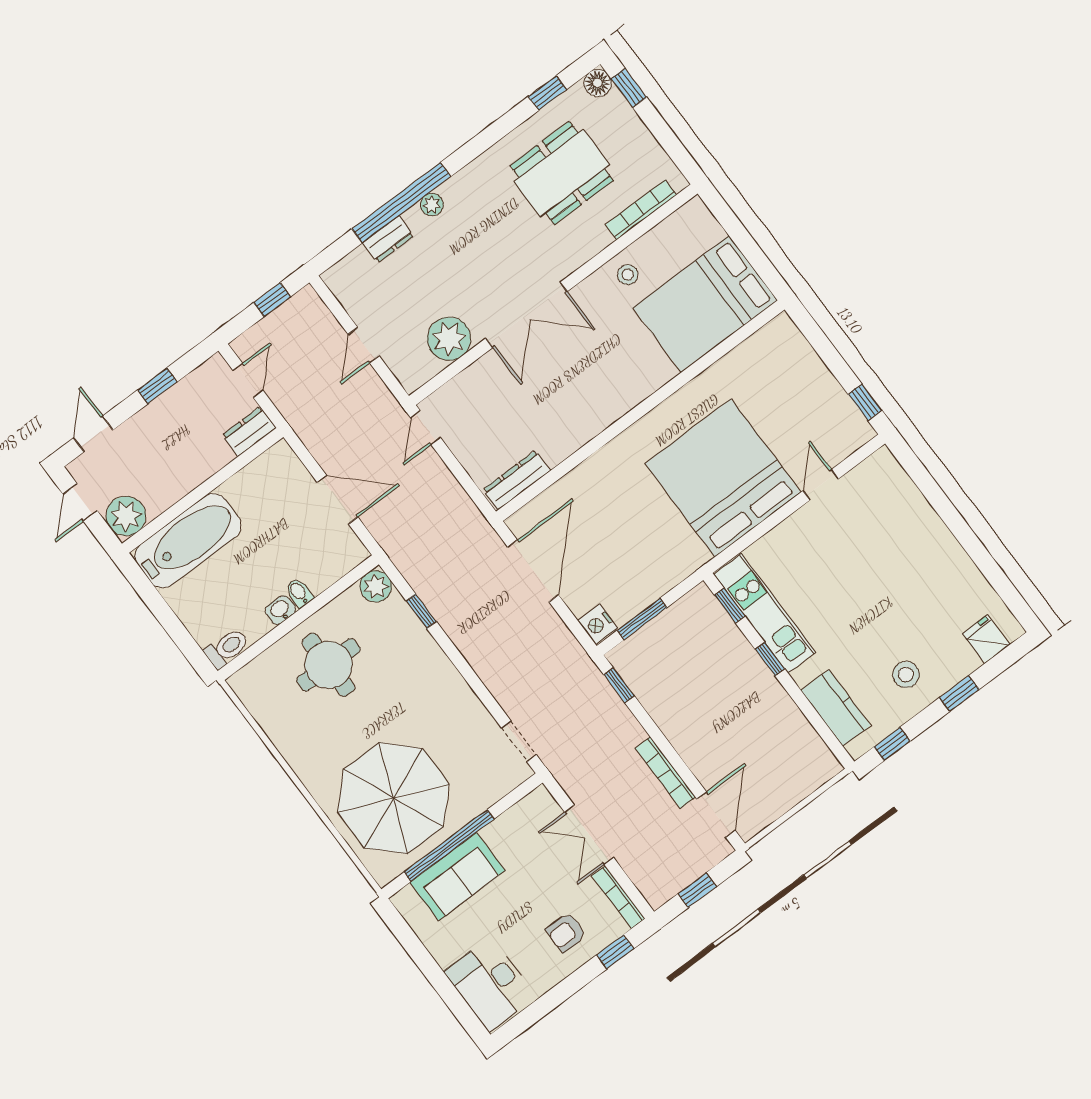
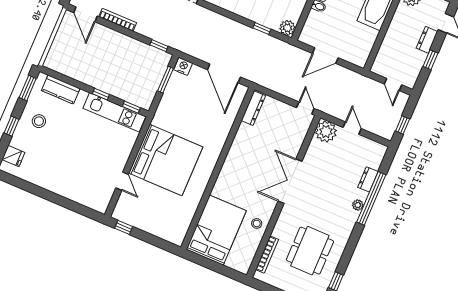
plant: (449, 339) -> (326, 132), moved
dresser: (249, 432) -> (427, 40), moved, turned 180
window: (892, 744) -> (28, 88), width x1.50

